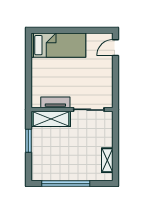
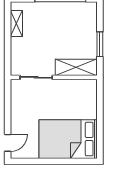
bed: (58, 45) -> (68, 139), width x1.50
tv unit: (55, 102) -> (71, 85), removed

